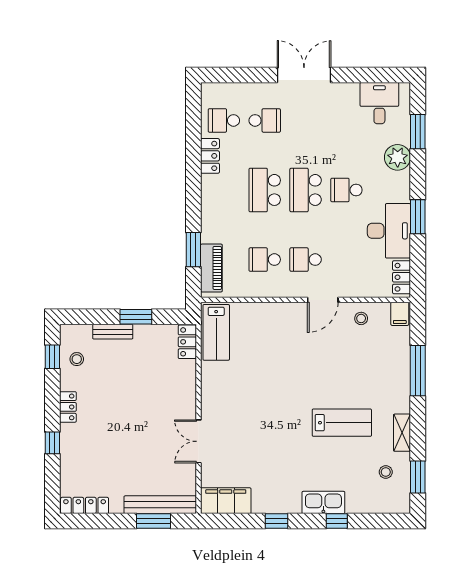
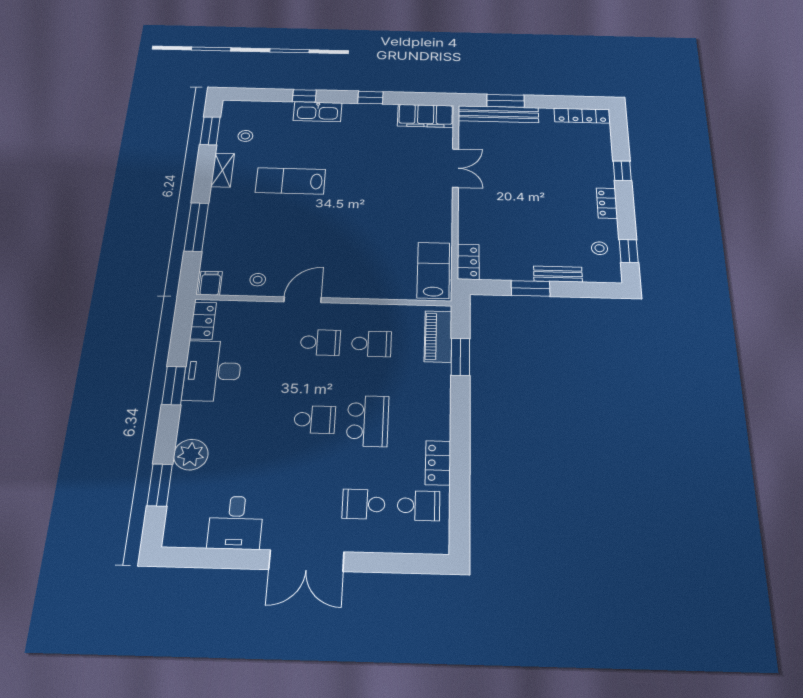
desk: (379, 103) -> (236, 523), moved
school desk: (306, 190) -> (315, 420), width x0.54
school desk: (346, 190) -> (262, 418), removed

